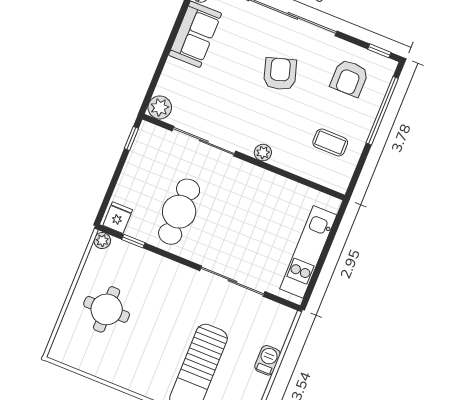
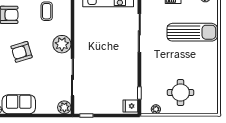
plant: (263, 153) -> (62, 44), width x1.88, depth x1.88
cafe table: (179, 212) -> (114, 75), removed
plant: (102, 241) -> (156, 109), moved

